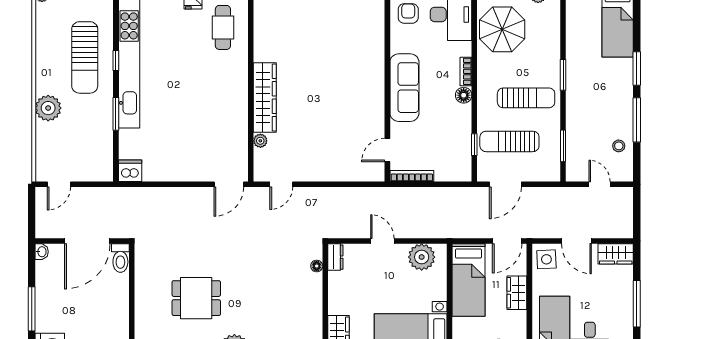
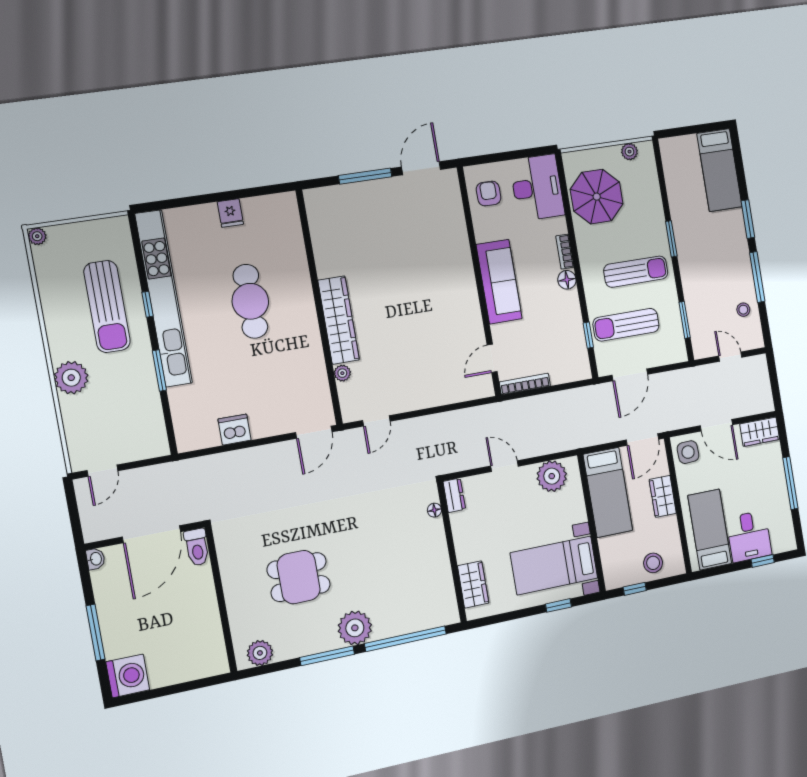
cafe table: (223, 27) -> (250, 301), moved, width x1.37, depth x1.35
dishwasher: (130, 171) -> (235, 430), moved

